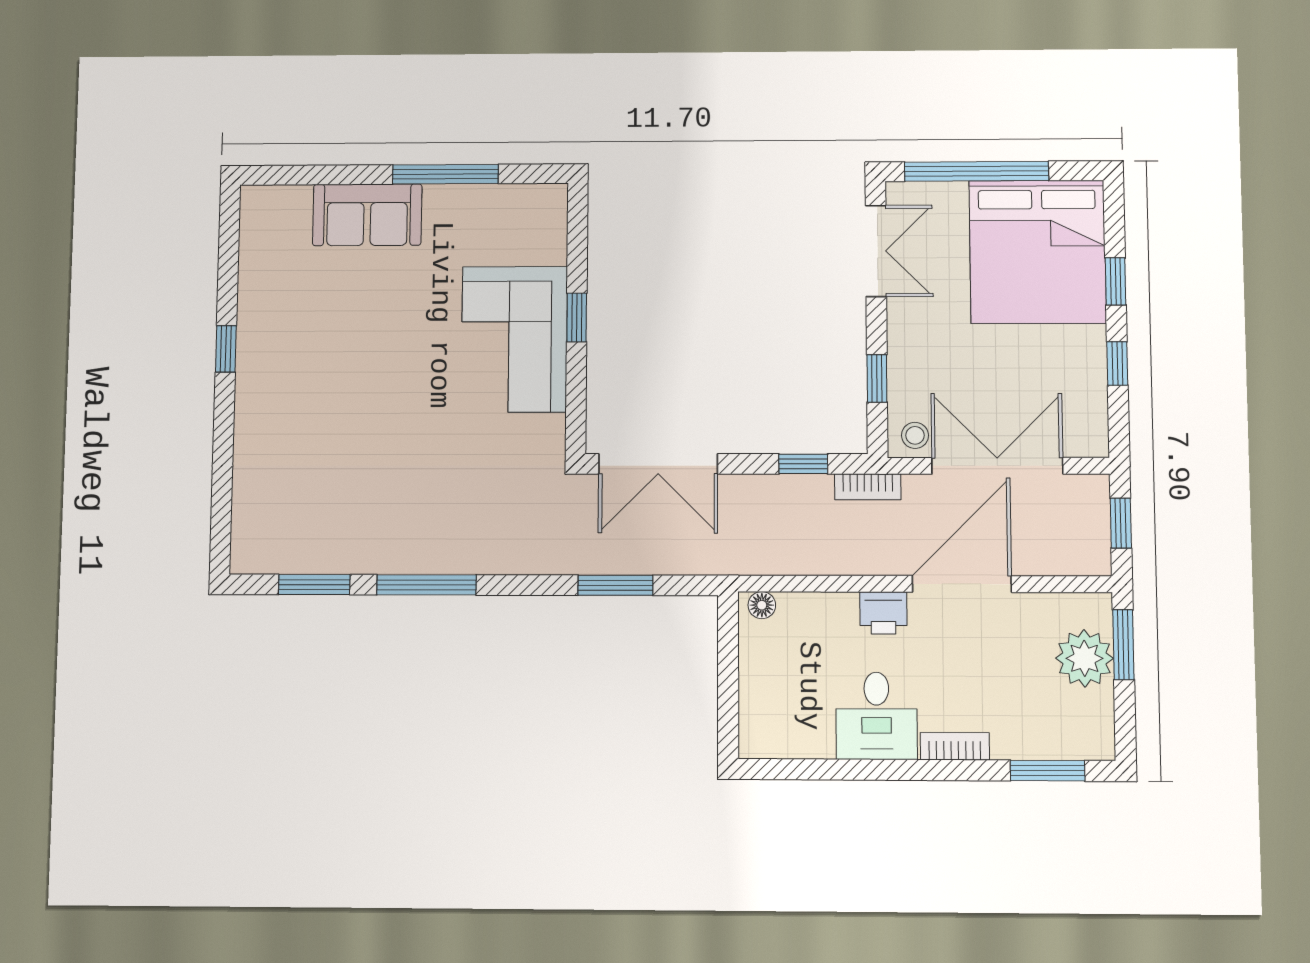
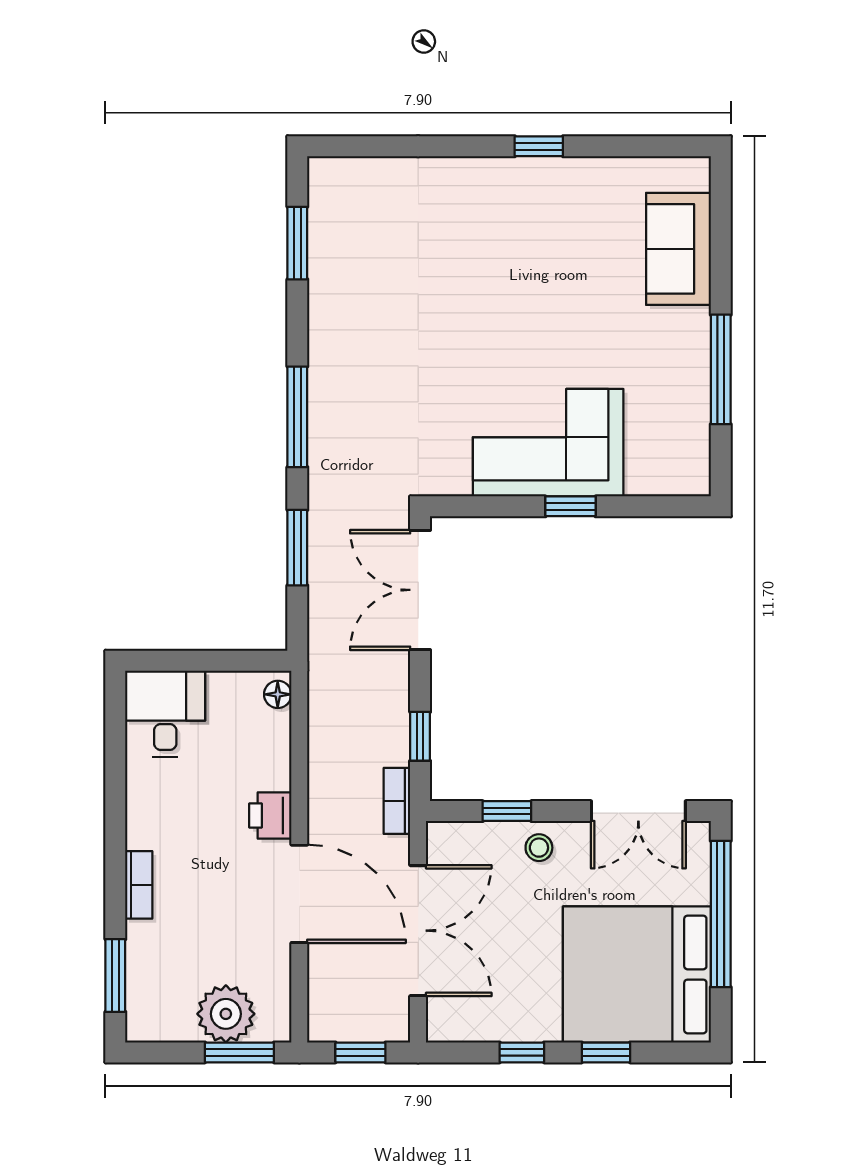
sofa: (367, 215) -> (678, 249), moved
stool: (915, 435) -> (539, 848), moved
window: (426, 585) -> (297, 417), moved
desk: (877, 716) -> (165, 714), moved, turned 90

